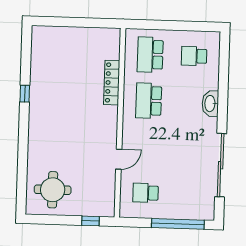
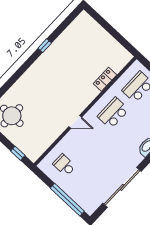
locker: (112, 83) -> (105, 79), width x0.66
door: (119, 159) -> (75, 122), moved

